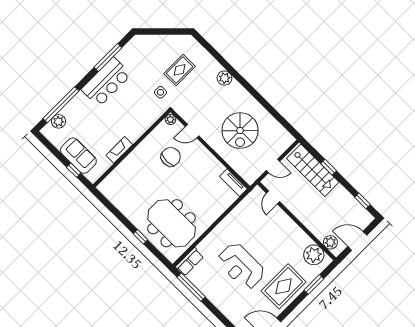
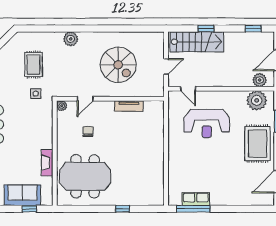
chair: (171, 157) -> (88, 132), width x0.54, depth x0.54
tv unit: (233, 183) -> (129, 106), moved
meeting table: (172, 223) -> (85, 176), moved
row of seats: (190, 262) -> (196, 199), moved, turned -90
reception desk: (241, 266) -> (207, 123), moved

